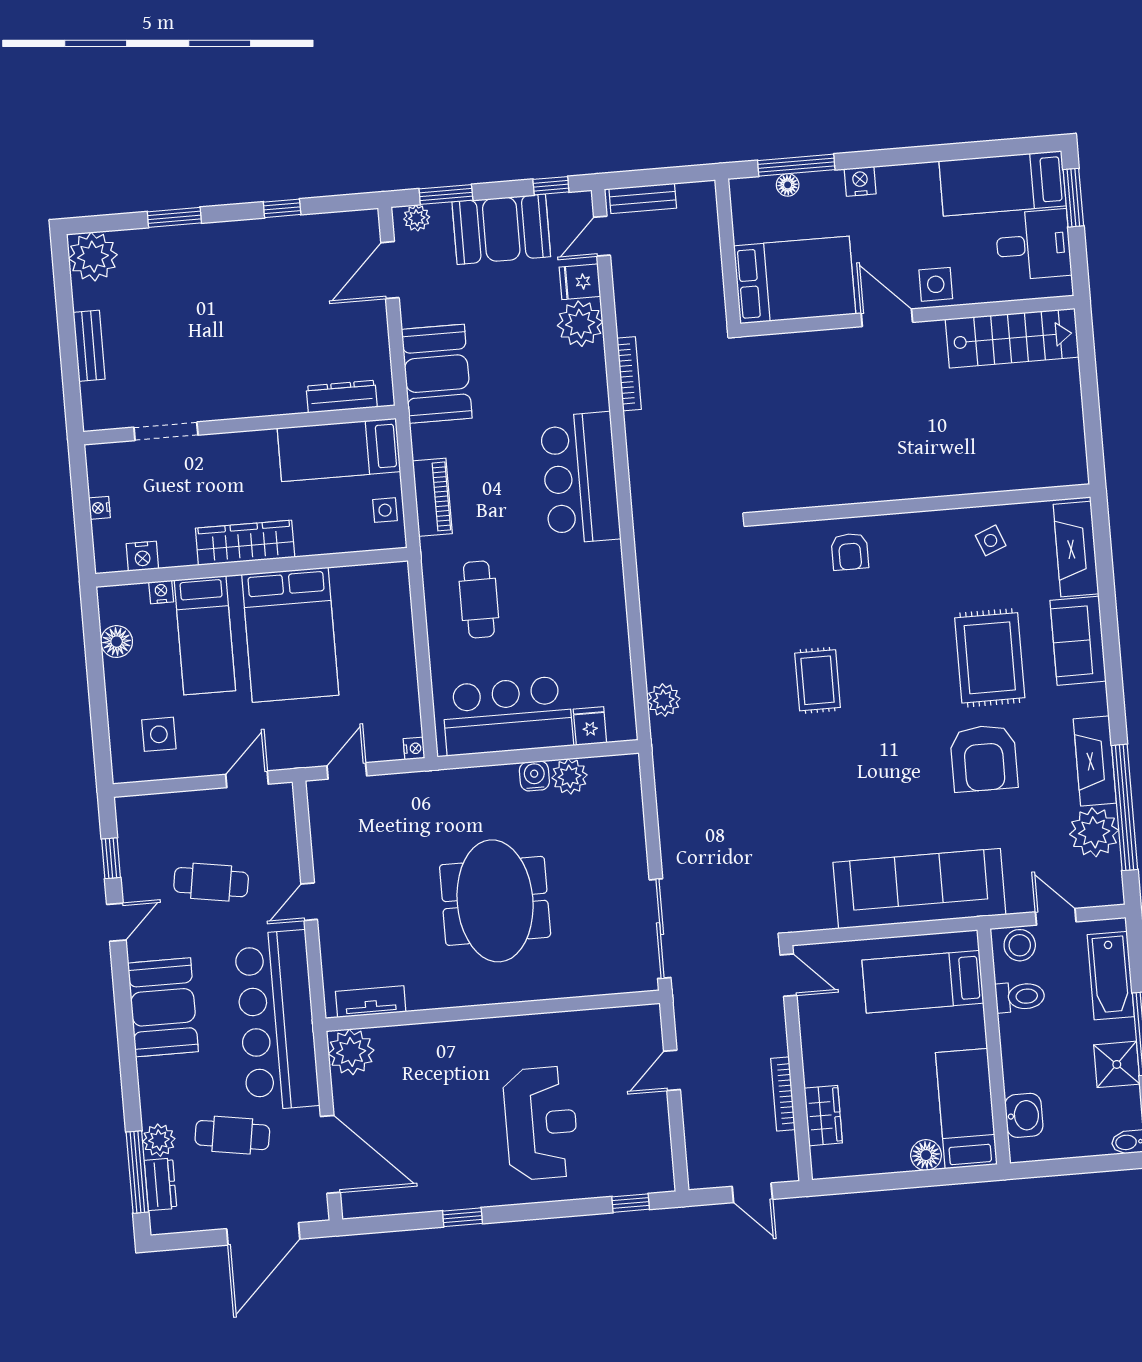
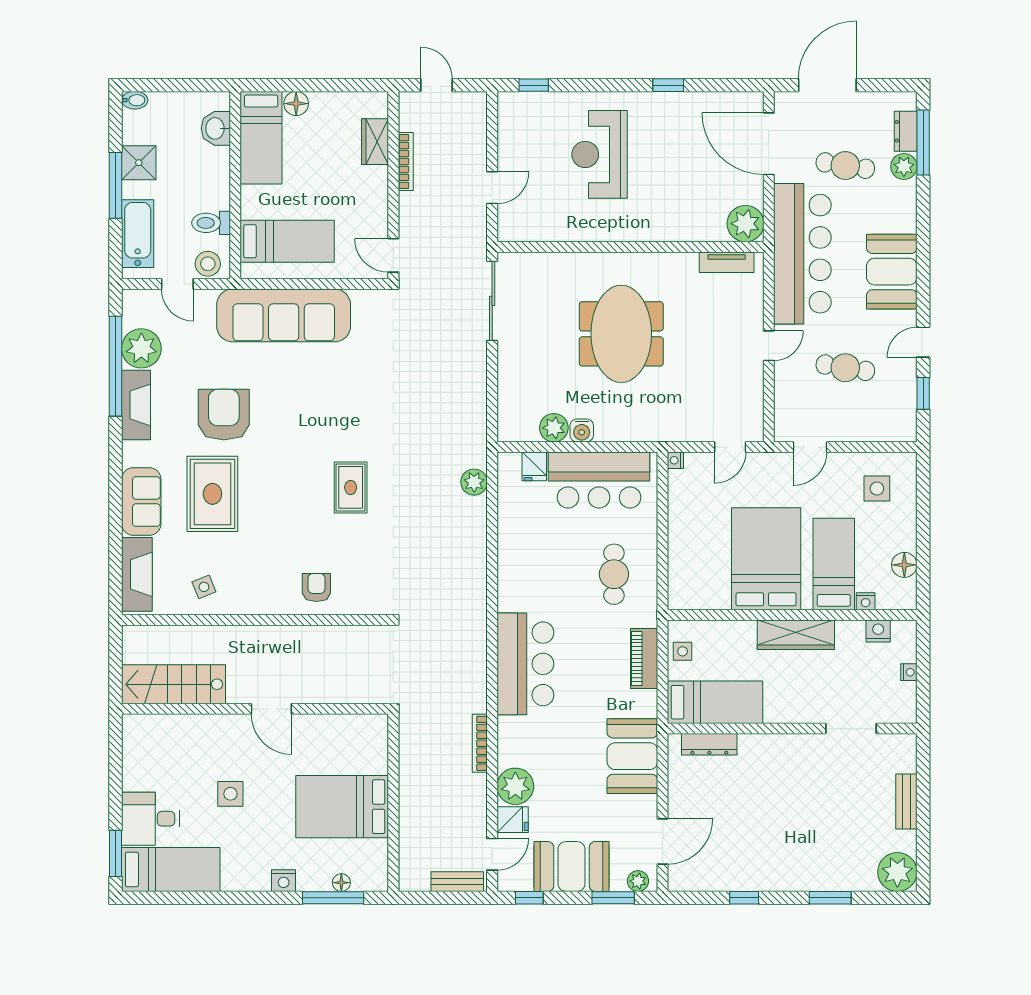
wall: (907, 316) -> (255, 709), moved
door: (887, 318) -> (271, 709), moved
stairs: (1012, 338) -> (173, 684), moved

